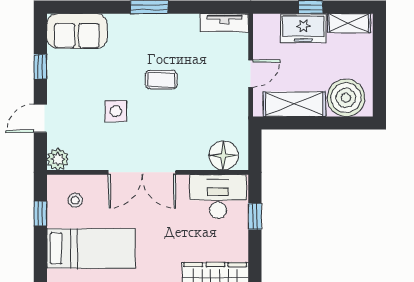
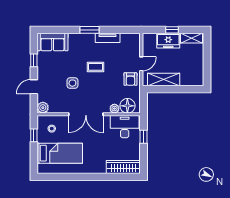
tv unit: (224, 23) -> (108, 38), moved
boiler: (346, 98) -> (190, 76), removed
armchair: (229, 103) -> (130, 79), added
plant: (198, 161) -> (114, 109), added

